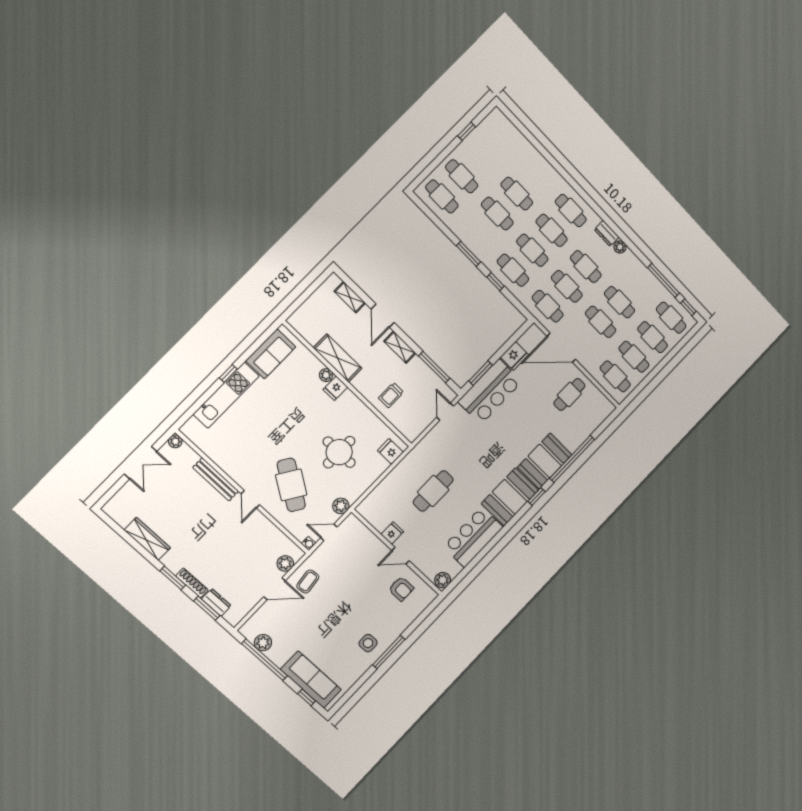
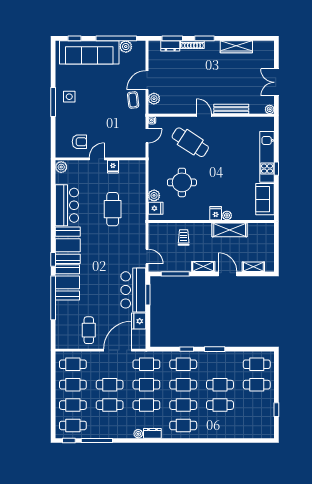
plant: (341, 506) -> (154, 195), moved
armchair: (401, 589) -> (79, 142), turned 180
sofa: (311, 680) -> (89, 52), width x1.36, depth x1.27

